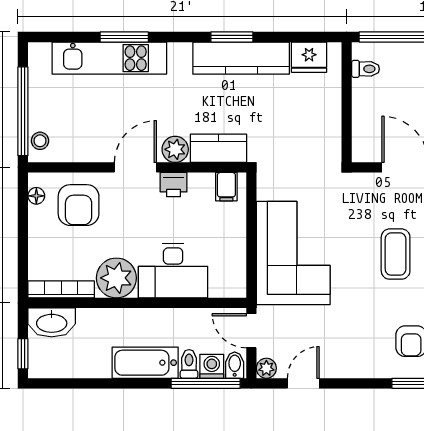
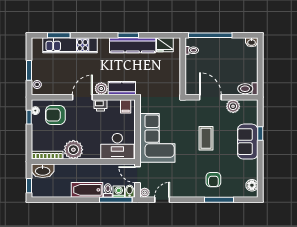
window: (124, 37) -> (59, 35), moved
window: (23, 111) -> (29, 70), width x0.47
armchair: (79, 205) -> (55, 115), turned 90
window: (23, 210) -> (29, 117), added
desk: (173, 271) -> (117, 146), moved

